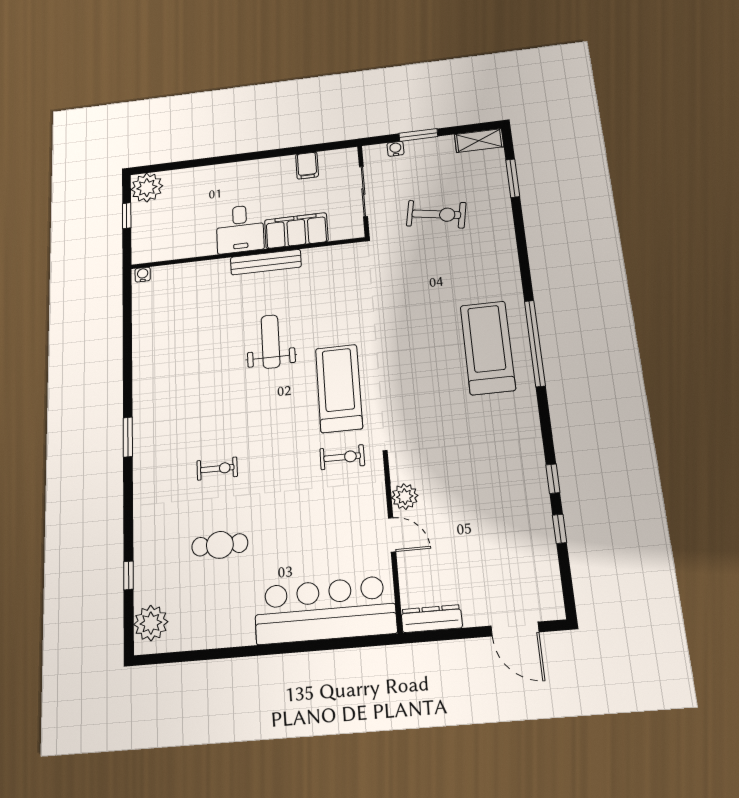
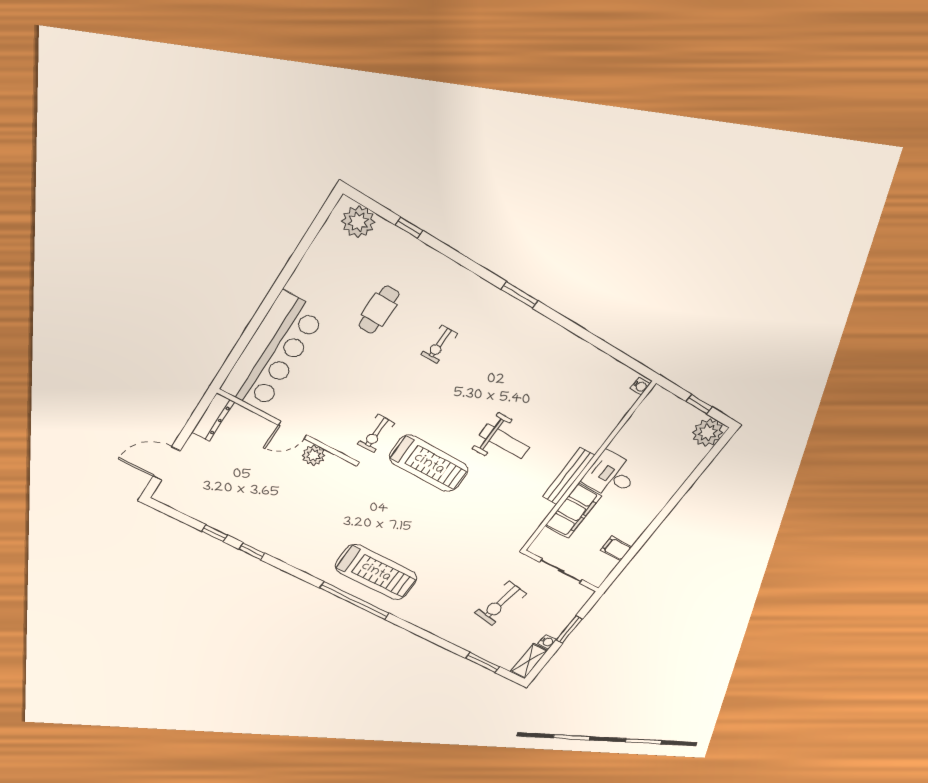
water cooler: (395, 149) -> (547, 642), moved

